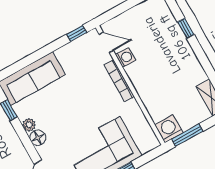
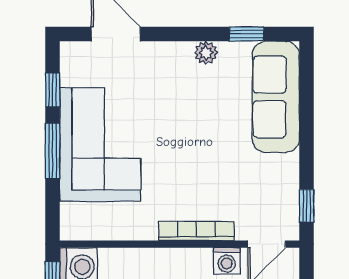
floor lamp: (38, 138) -> (178, 55), removed

